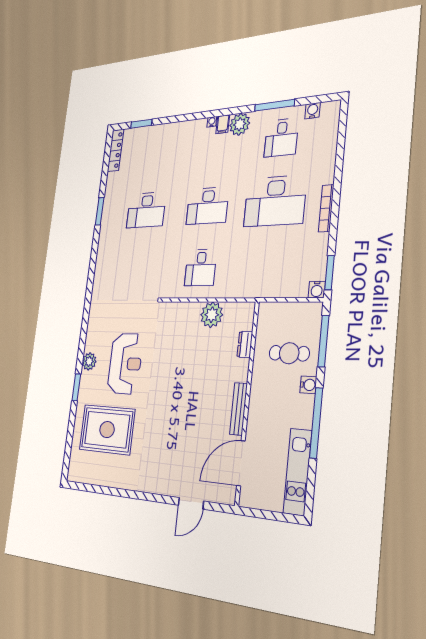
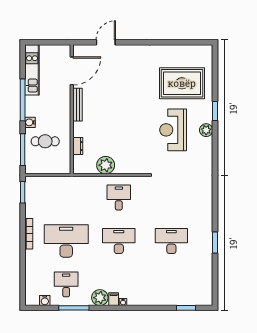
locker: (116, 150) -> (207, 289), removed
water cooler: (317, 290) -> (30, 182), removed

